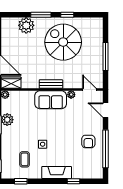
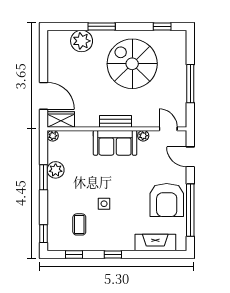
window: (67, 15) -> (162, 26), moved
armchair: (88, 142) -> (167, 200), width x1.88, depth x1.88
fireplace: (57, 173) -> (155, 242), moved
window: (73, 181) -> (113, 254), moved

